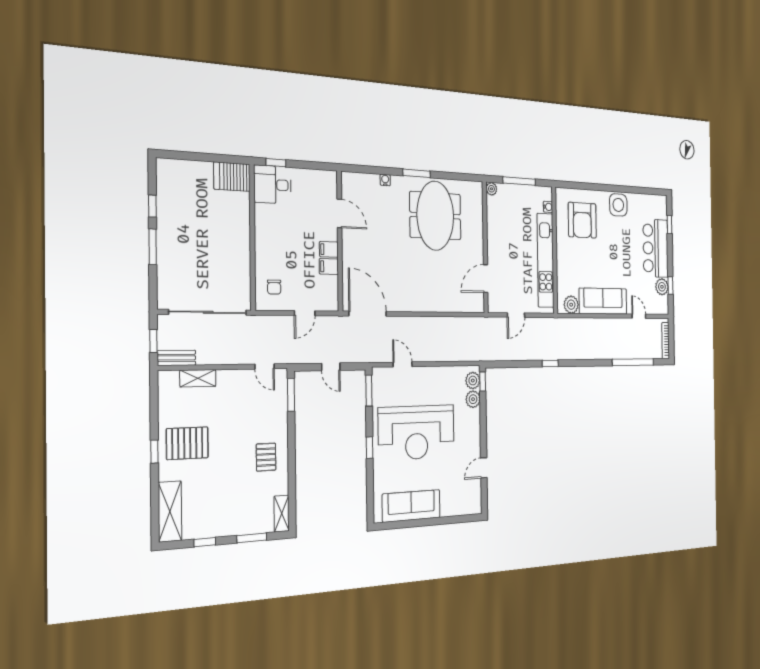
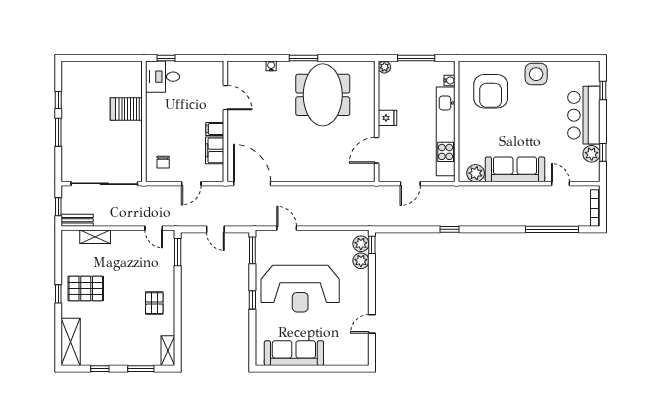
server rack: (232, 177) -> (126, 109), moved
fridge: (495, 244) -> (388, 118), added
filing cabinet: (329, 267) -> (215, 150), width x2.00

